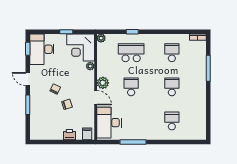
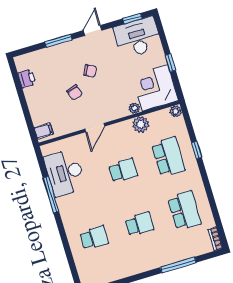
school desk: (172, 53) -> (184, 211), width x1.85
plant: (103, 83) -> (141, 124), moved
desk: (109, 123) -> (65, 173), moved, turned -90
printer: (69, 135) -> (27, 79), moved

